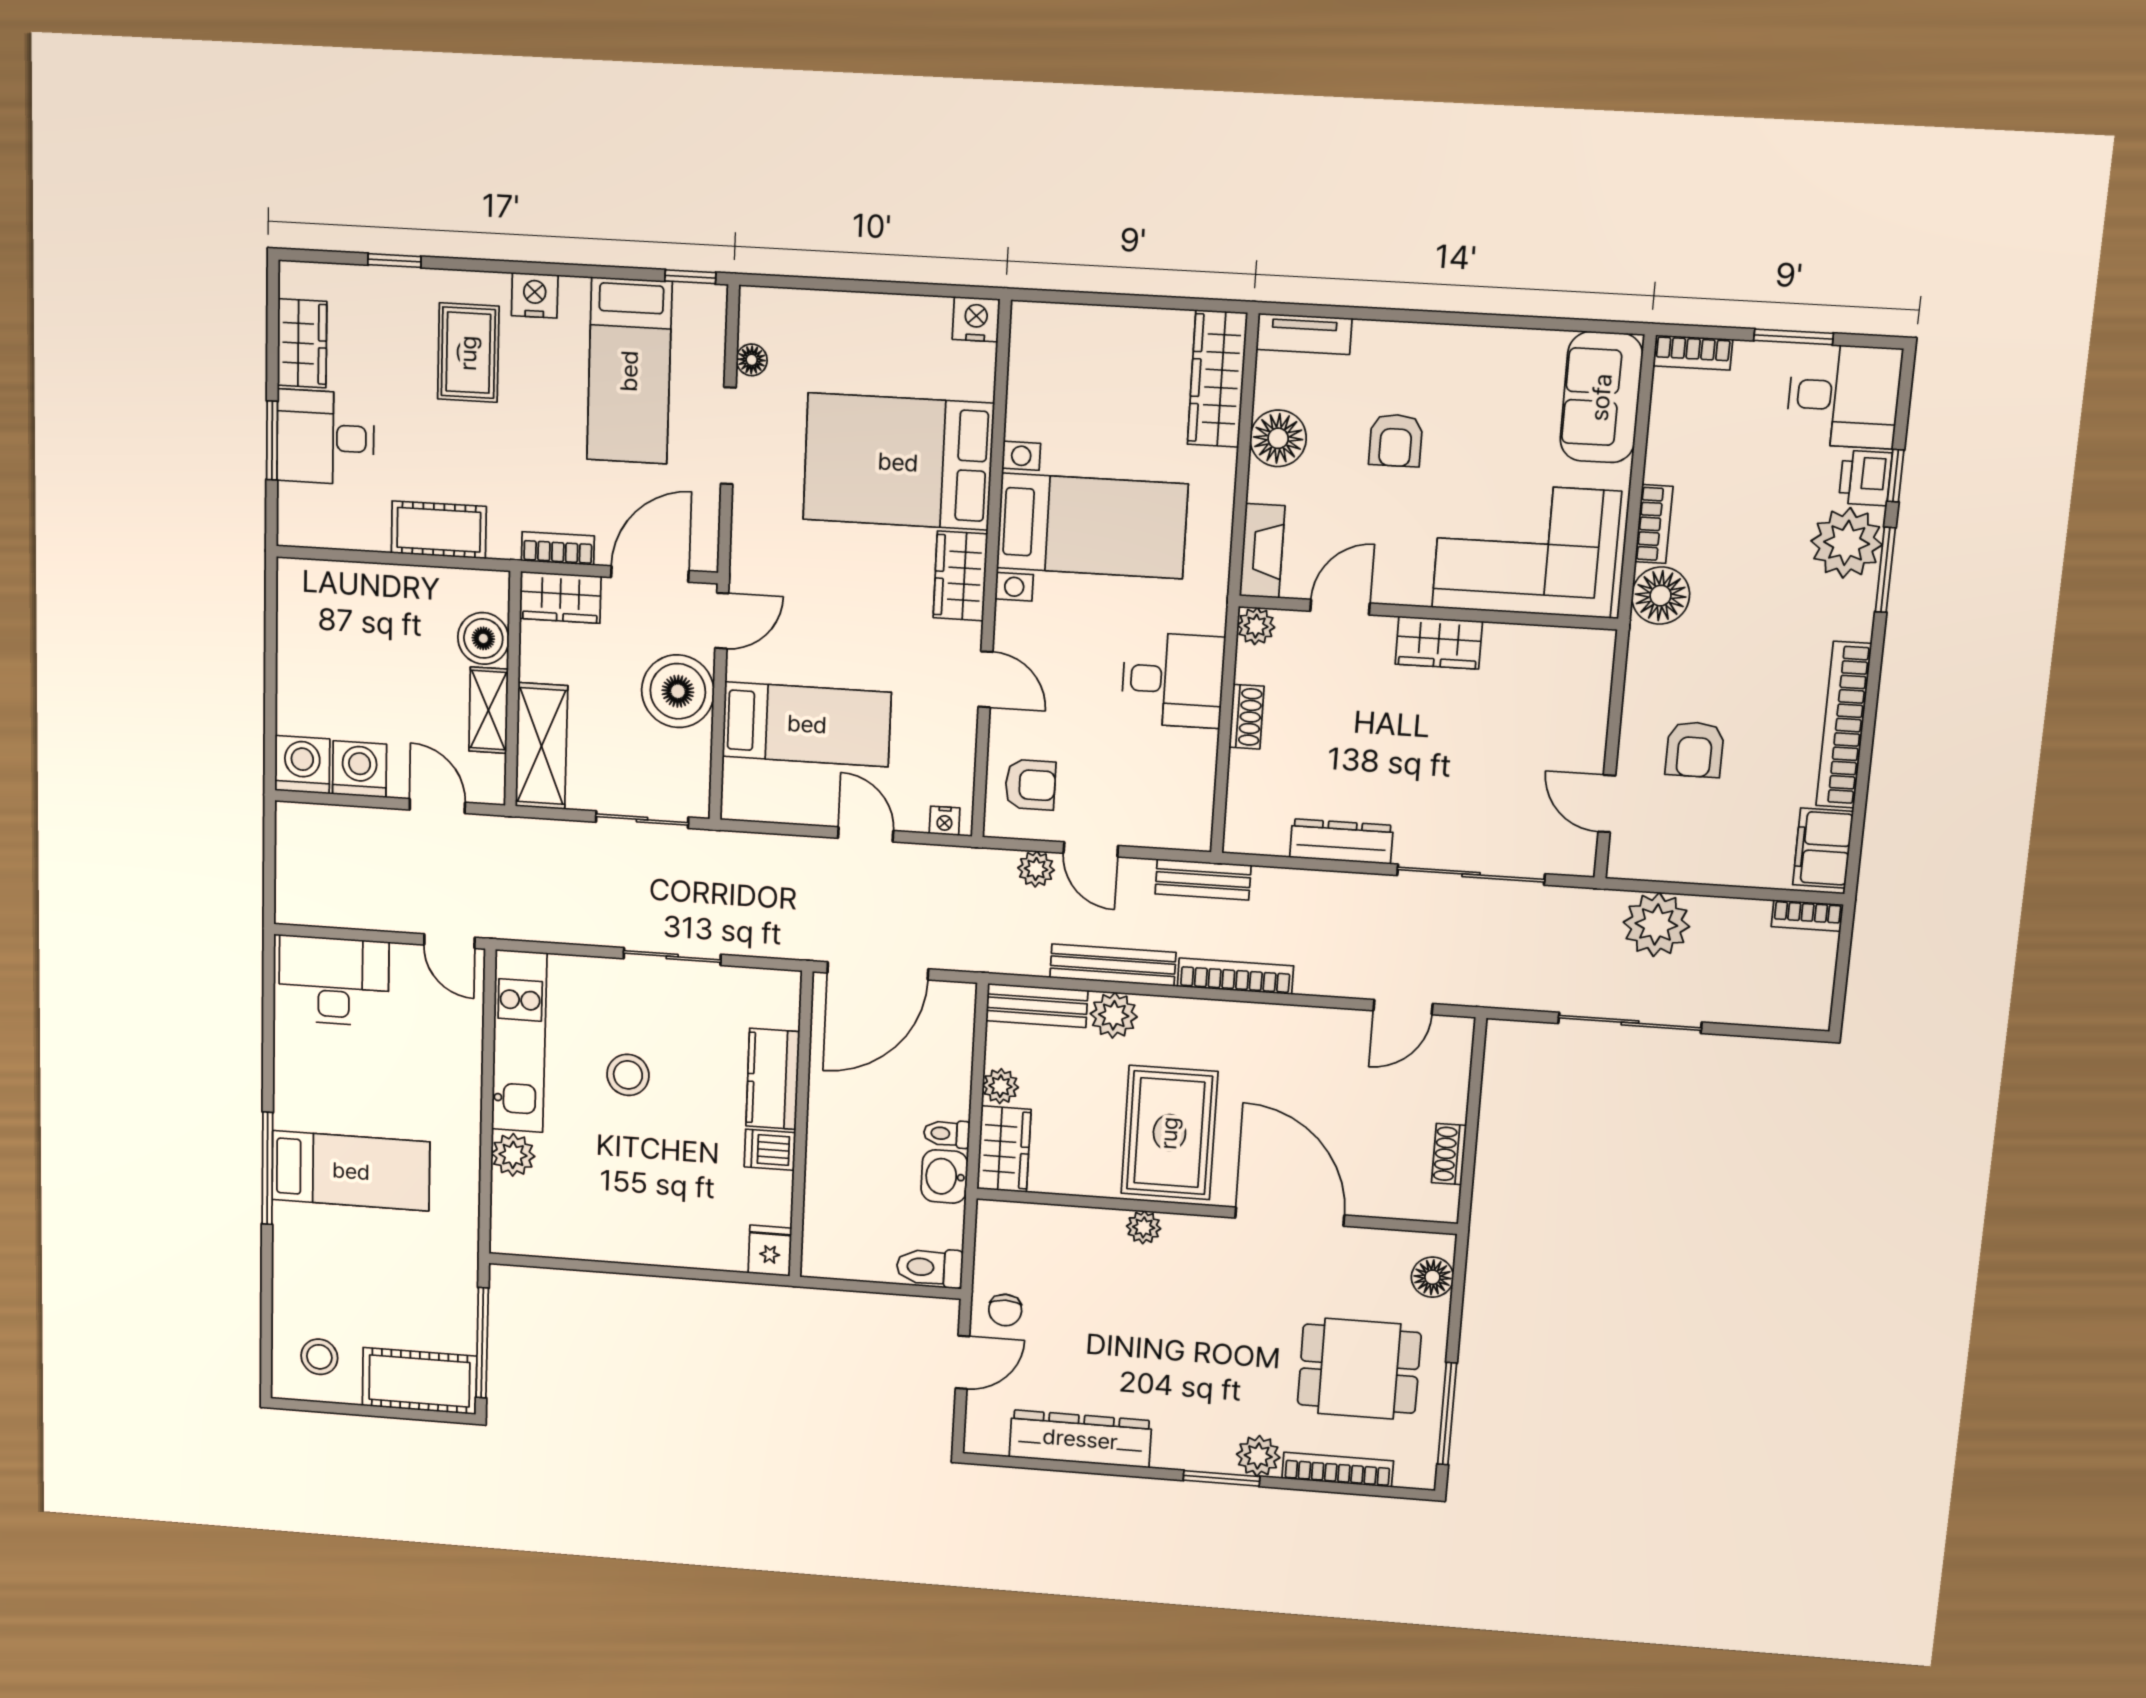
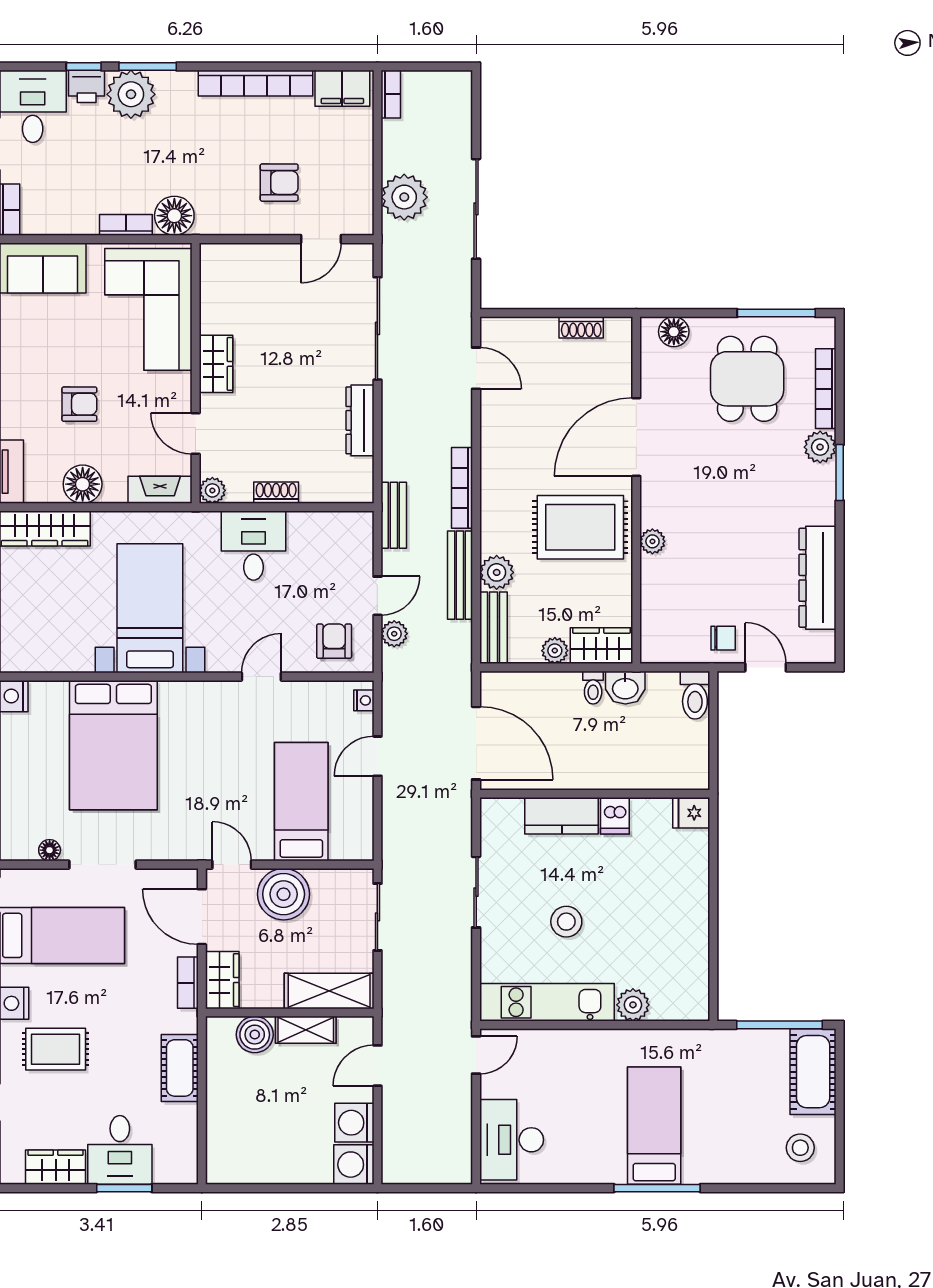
wardrobe: (960, 576) -> (190, 698), removed

